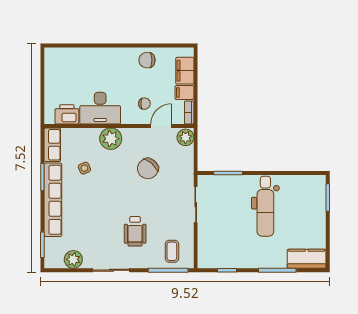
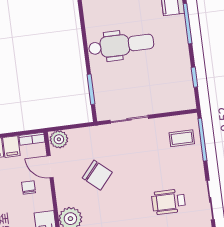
wheelchair: (135, 231) -> (168, 202), moved, turned 180

